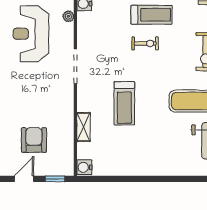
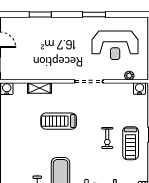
reception desk: (31, 34) -> (115, 45), turned 180
armchair: (34, 140) -> (29, 48), removed

